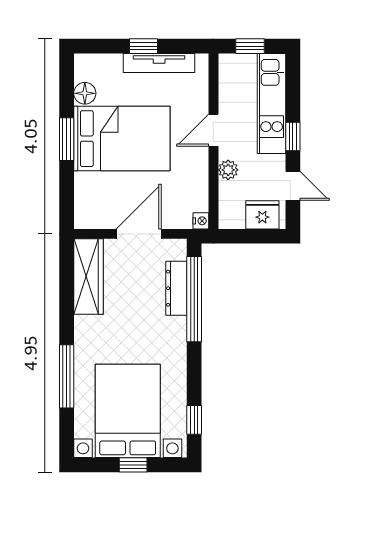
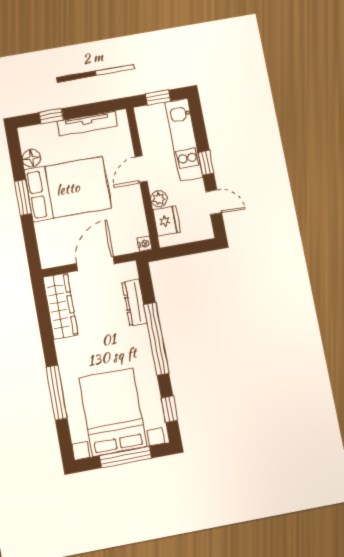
window: (144, 46) -> (51, 116), moved
fridge: (262, 215) -> (167, 221), moved, turned 90
window: (194, 299) -> (156, 339), moved
window: (133, 465) -> (125, 457), width x2.17

